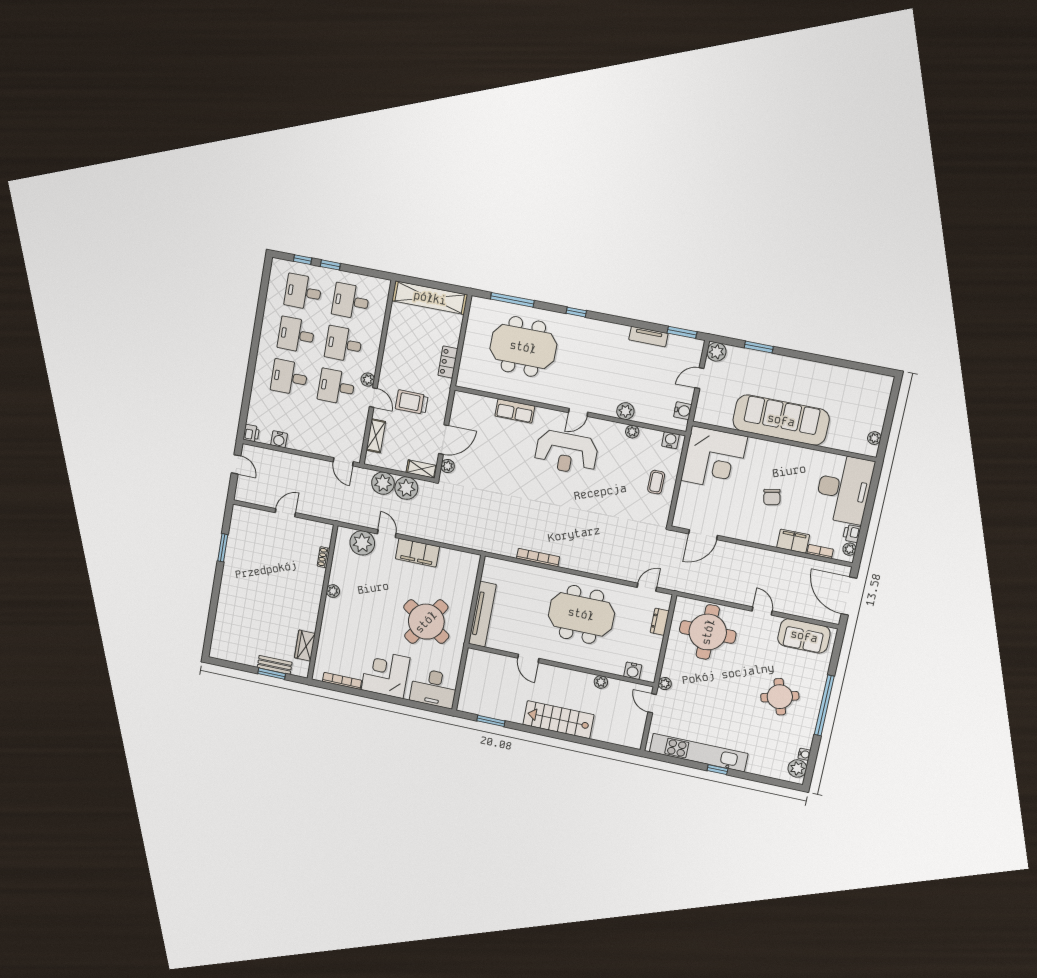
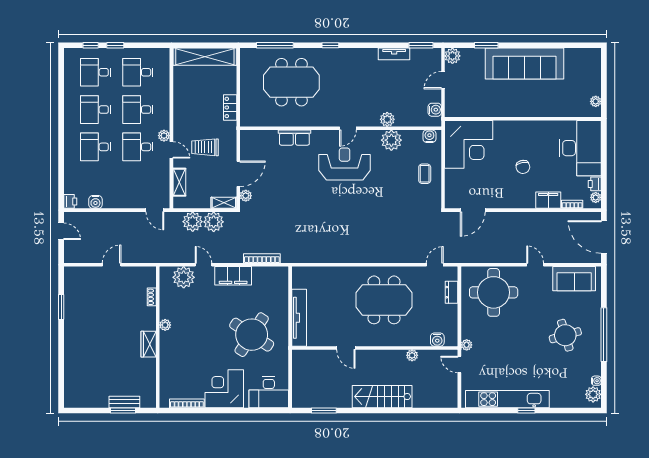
sofa: (781, 420) -> (525, 64), moved, turned 180
plant: (632, 432) -> (391, 140), width x1.87, depth x1.87
reception desk: (566, 453) -> (345, 164), turned 180
bookcase: (538, 557) -> (262, 258), moved
wardrobe: (305, 646) -> (149, 344), moved

